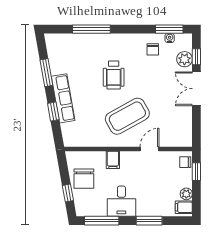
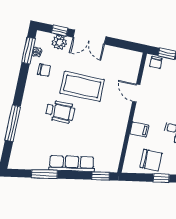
window: (53, 112) -> (101, 176), moved
coffee table: (127, 116) -> (82, 86), moved, turned -61

